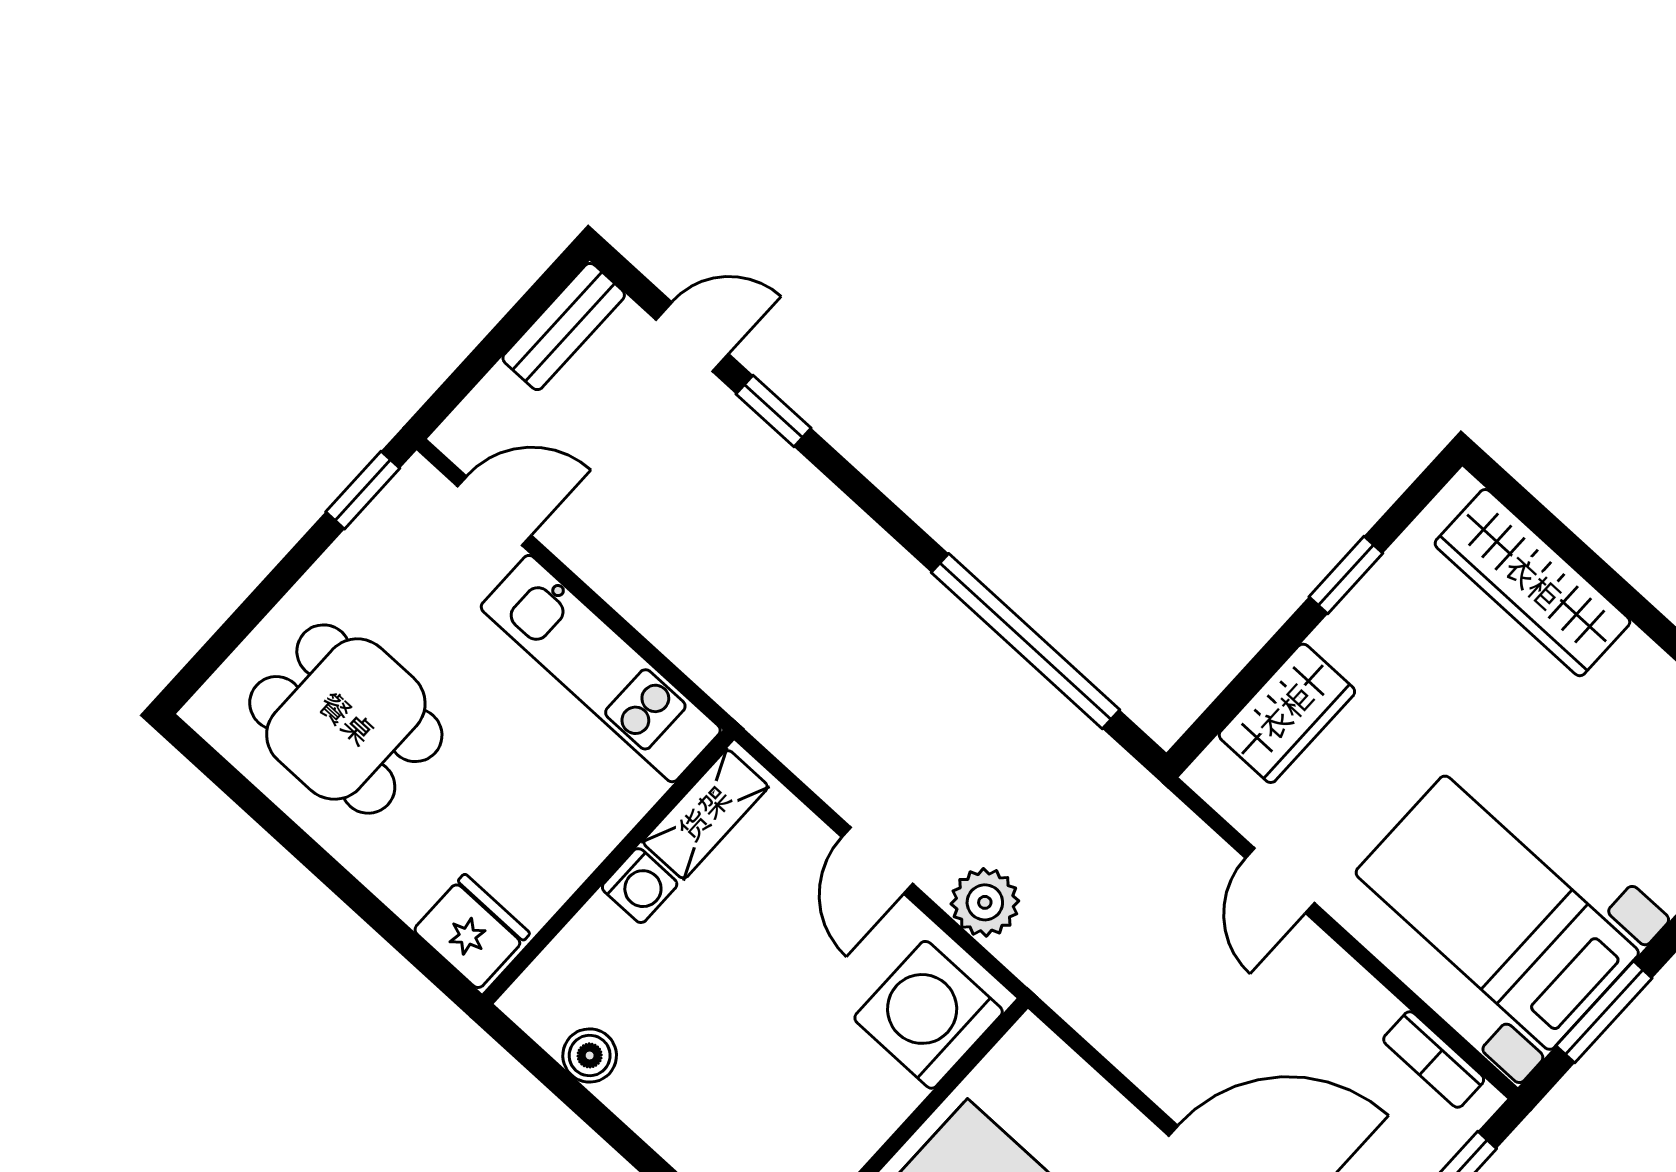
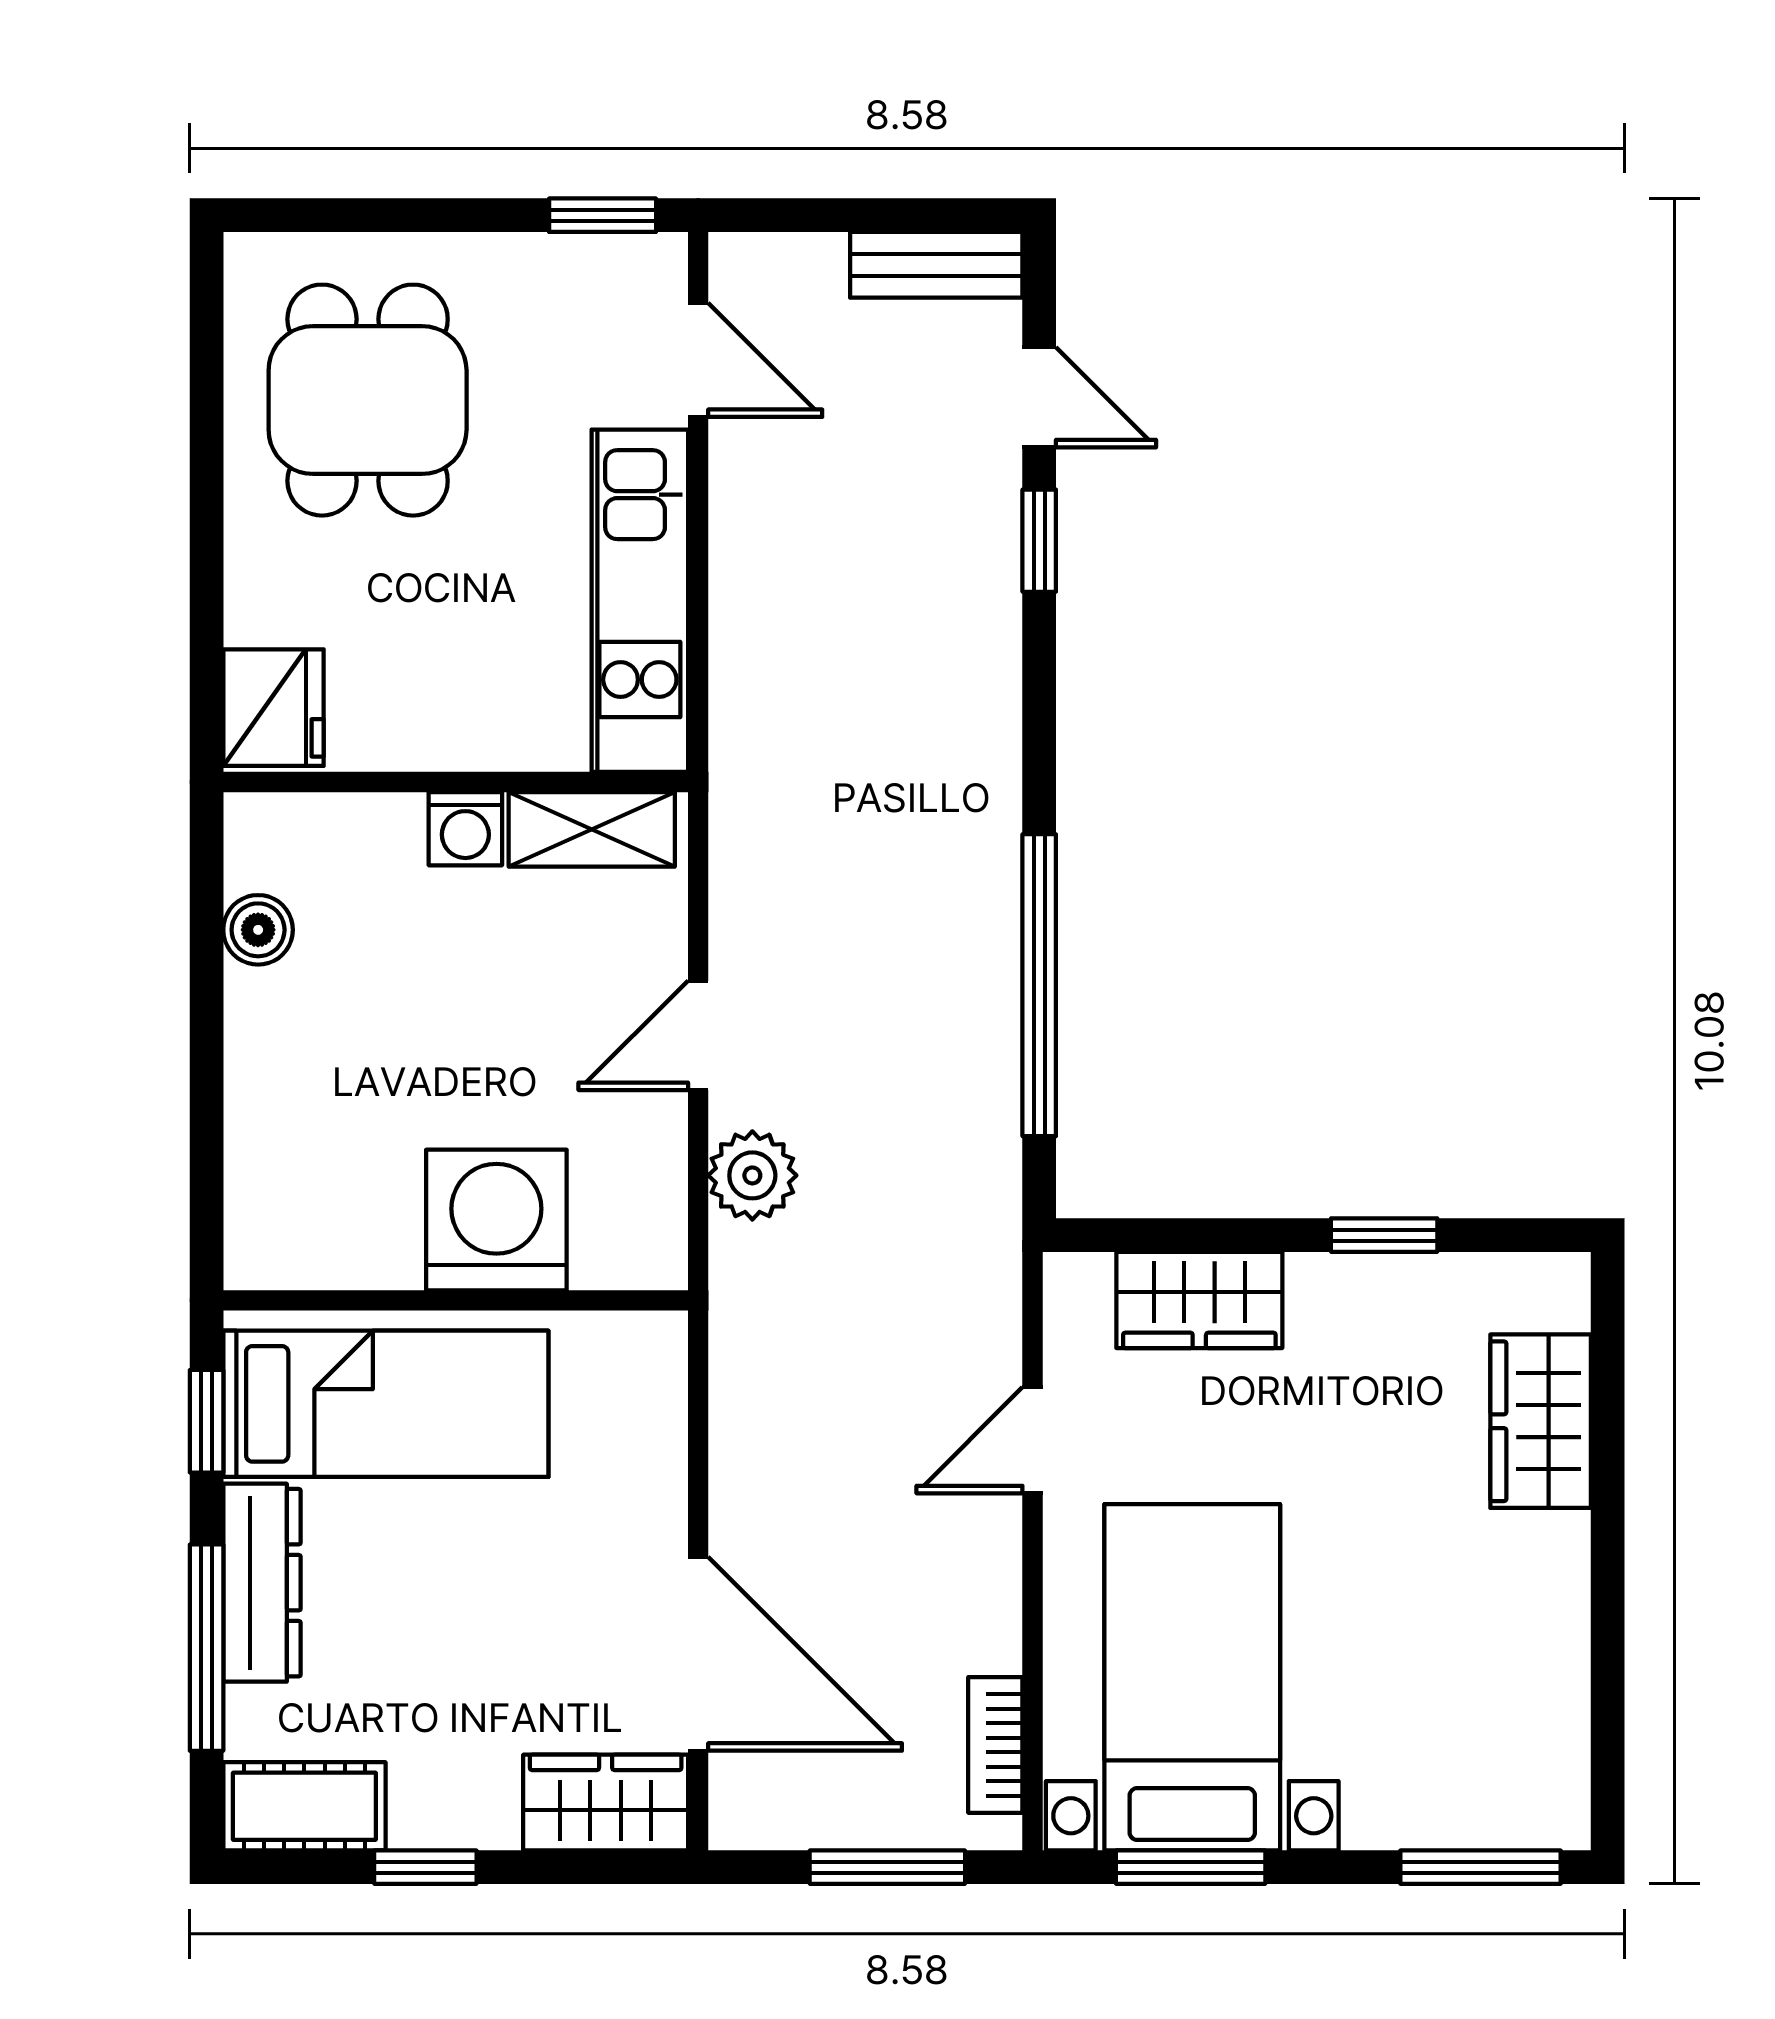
wardrobe: (1532, 583) -> (1541, 1421), width x0.67
washing machine: (929, 1015) -> (496, 1220), moved

